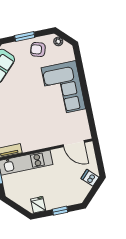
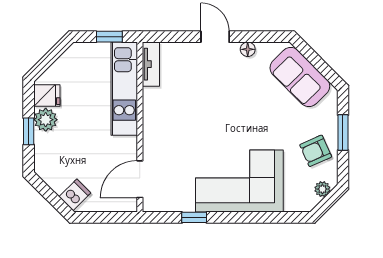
armchair: (38, 50) -> (316, 151), turned -131
window: (89, 109) -> (194, 217), added
plant: (52, 203) -> (46, 120), added

